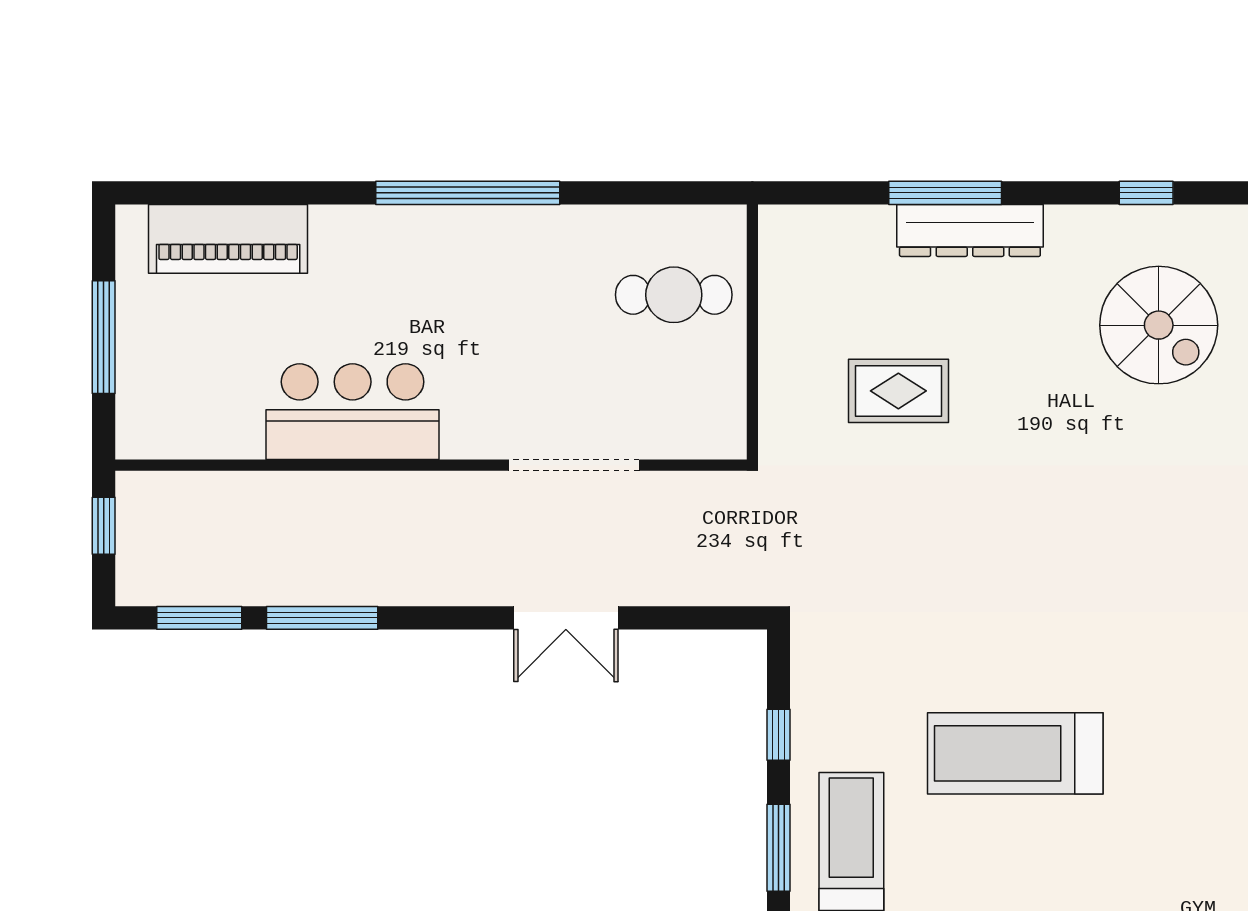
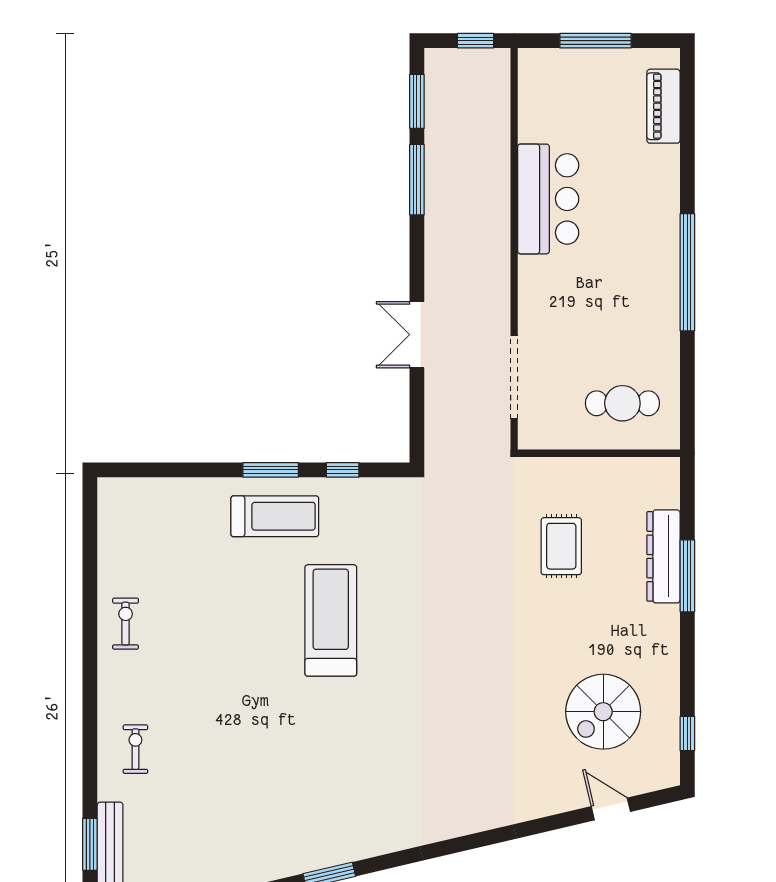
window: (1146, 193) -> (687, 734), moved
dresser: (970, 230) -> (663, 556), moved
piano: (228, 239) -> (663, 106), width x0.73, depth x0.75
cafe table: (674, 295) -> (622, 403), turned 90
doorway: (574, 465) -> (514, 377), moved

